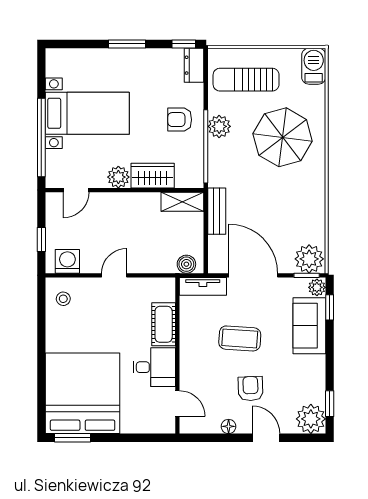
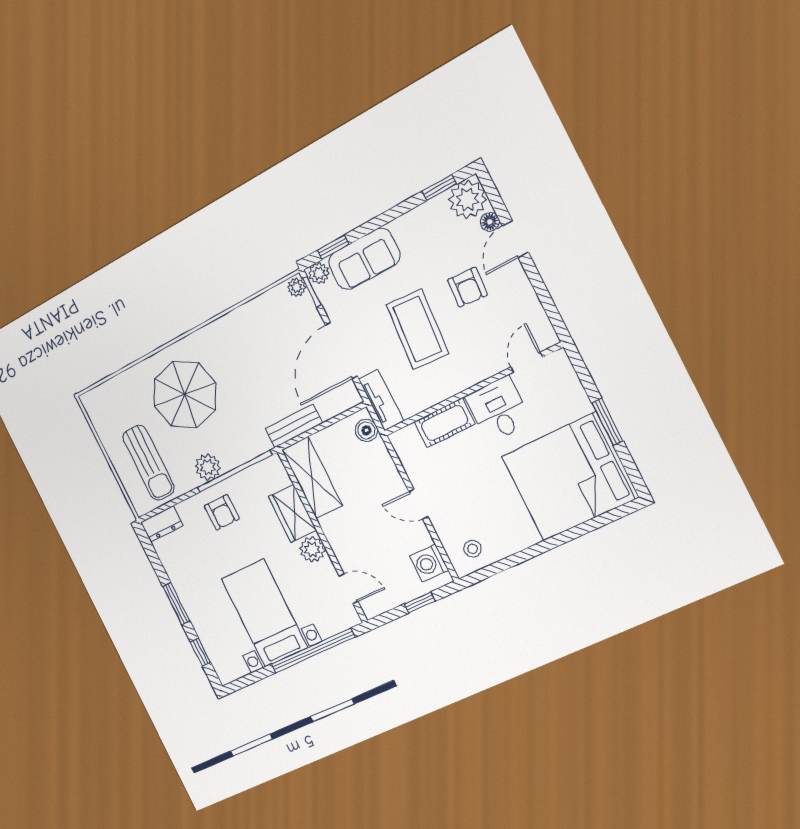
window: (184, 44) -> (200, 652), moved
barbecue: (314, 66) -> (101, 399), removed
shelving: (182, 202) -> (312, 478), width x1.50, depth x1.33
plant: (309, 259) -> (297, 287), width x0.53, depth x0.53
coffee table: (240, 338) -> (417, 329), width x1.36, depth x1.32
armchair: (251, 389) -> (467, 287), turned -84
floor lamp: (229, 426) -> (490, 222), moved
window: (73, 438) -> (607, 422), moved

